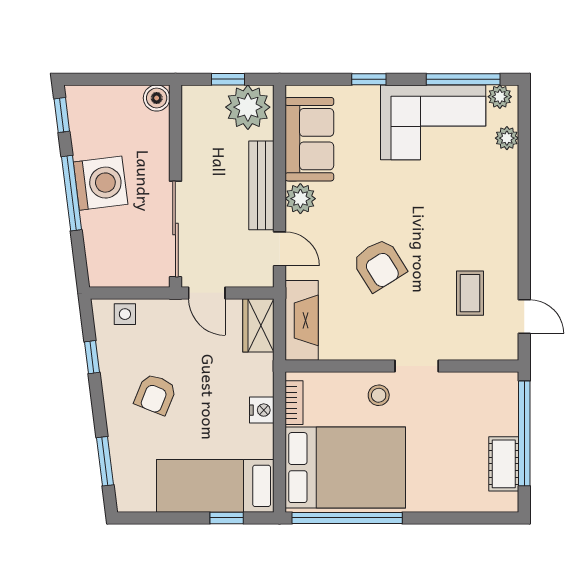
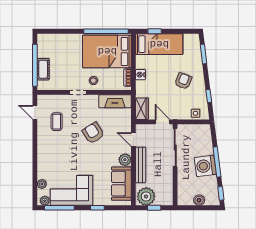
boiler: (157, 98) -> (199, 200), moved
fireplace: (302, 320) -> (115, 101), moved, turned -90
cot: (504, 464) -> (43, 69), moved

